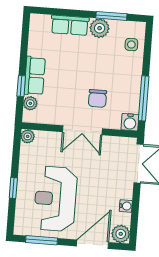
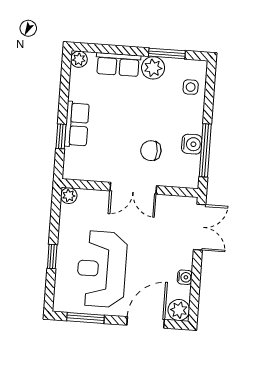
chair: (97, 98) -> (151, 151), turned 90
plant: (30, 103) -> (79, 59), moved
water cooler: (130, 122) -> (192, 144), moved, turned -90

